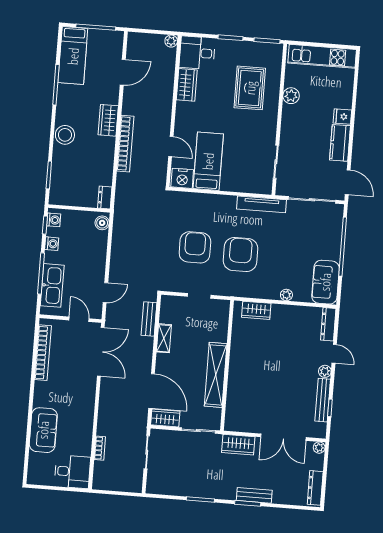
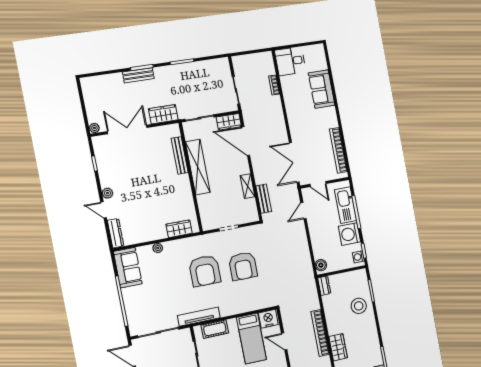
stool: (65, 135) -> (359, 306), moved
cot: (247, 185) -> (215, 329), added
washing machine: (52, 244) -> (350, 234), width x1.89, depth x1.89
bench: (323, 400) -> (180, 155), moved
dresser: (315, 488) -> (88, 93), removed

